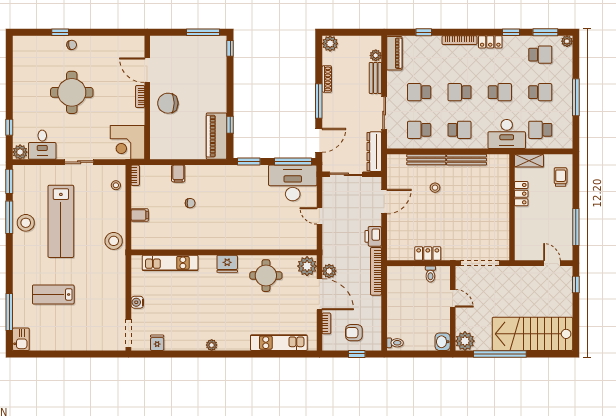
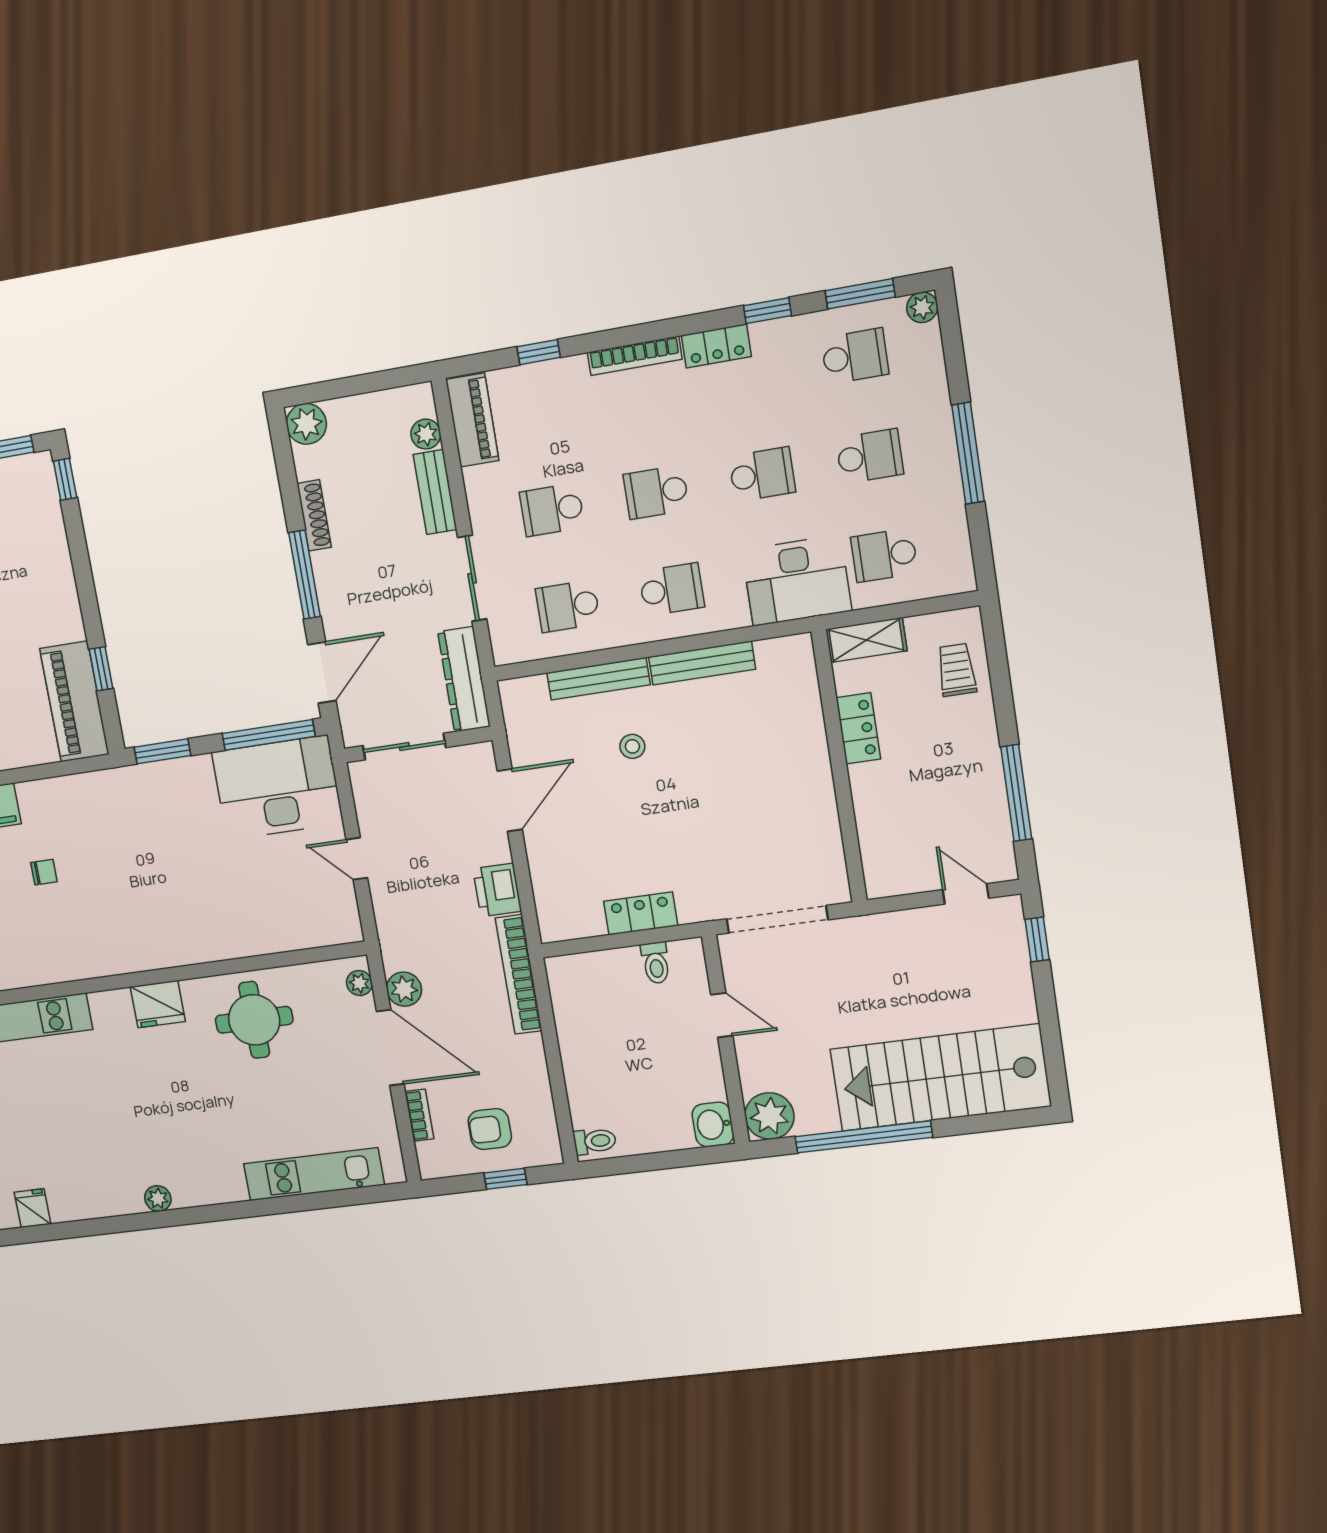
plant: (307, 266) -> (359, 983), width x0.53, depth x0.53

